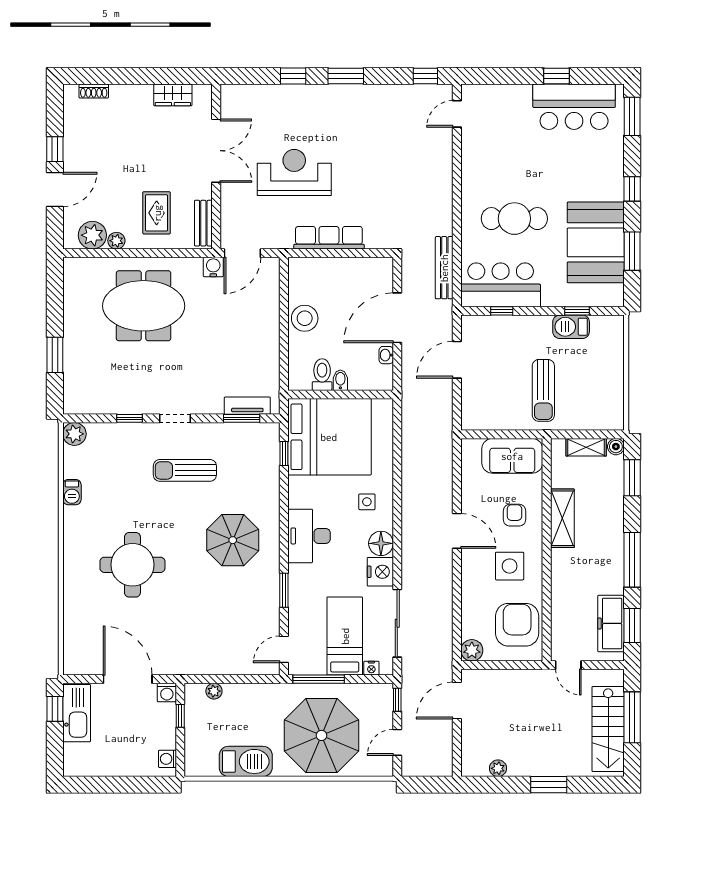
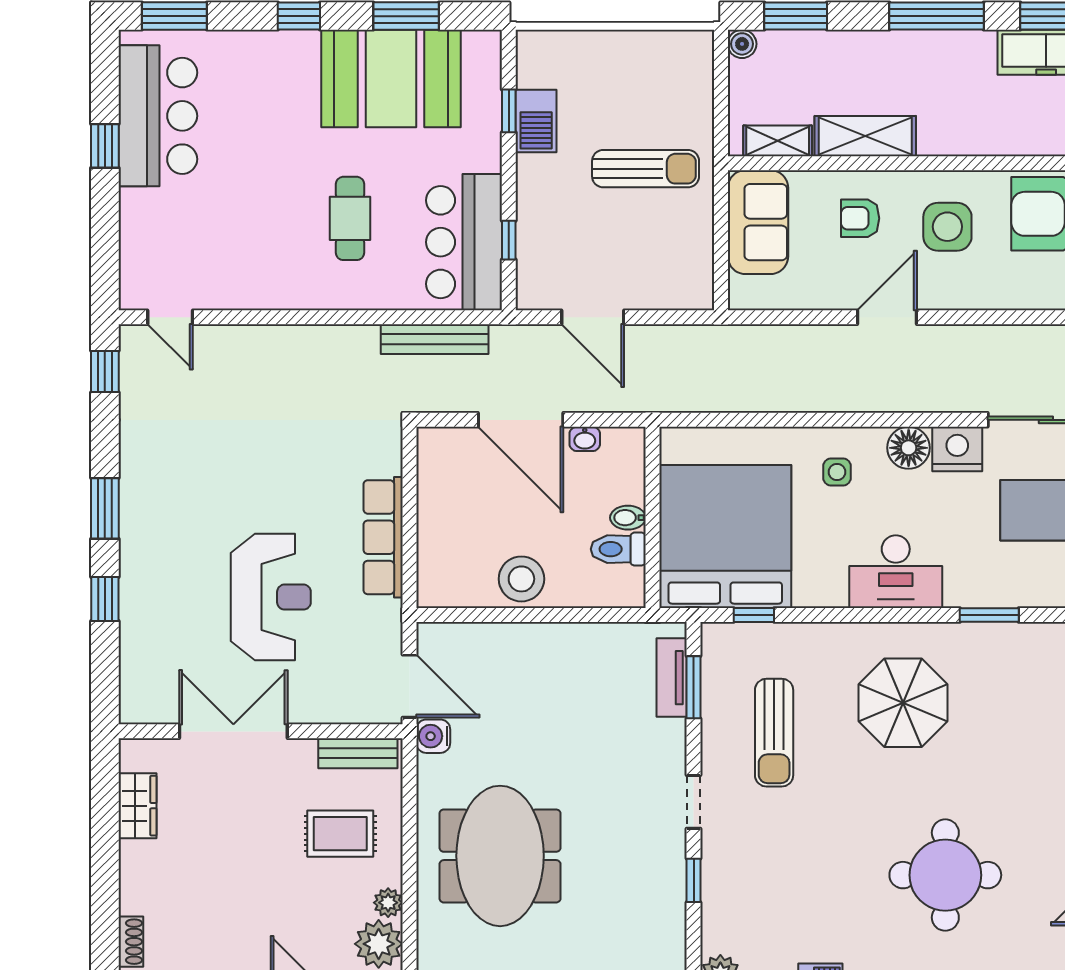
reception desk: (294, 172) -> (271, 597), turned 180
cafe table: (514, 219) -> (350, 218), width x0.73, depth x0.74
shelving: (586, 447) -> (778, 141), moved, turned 90
sun lounger: (185, 470) -> (774, 733), moved

